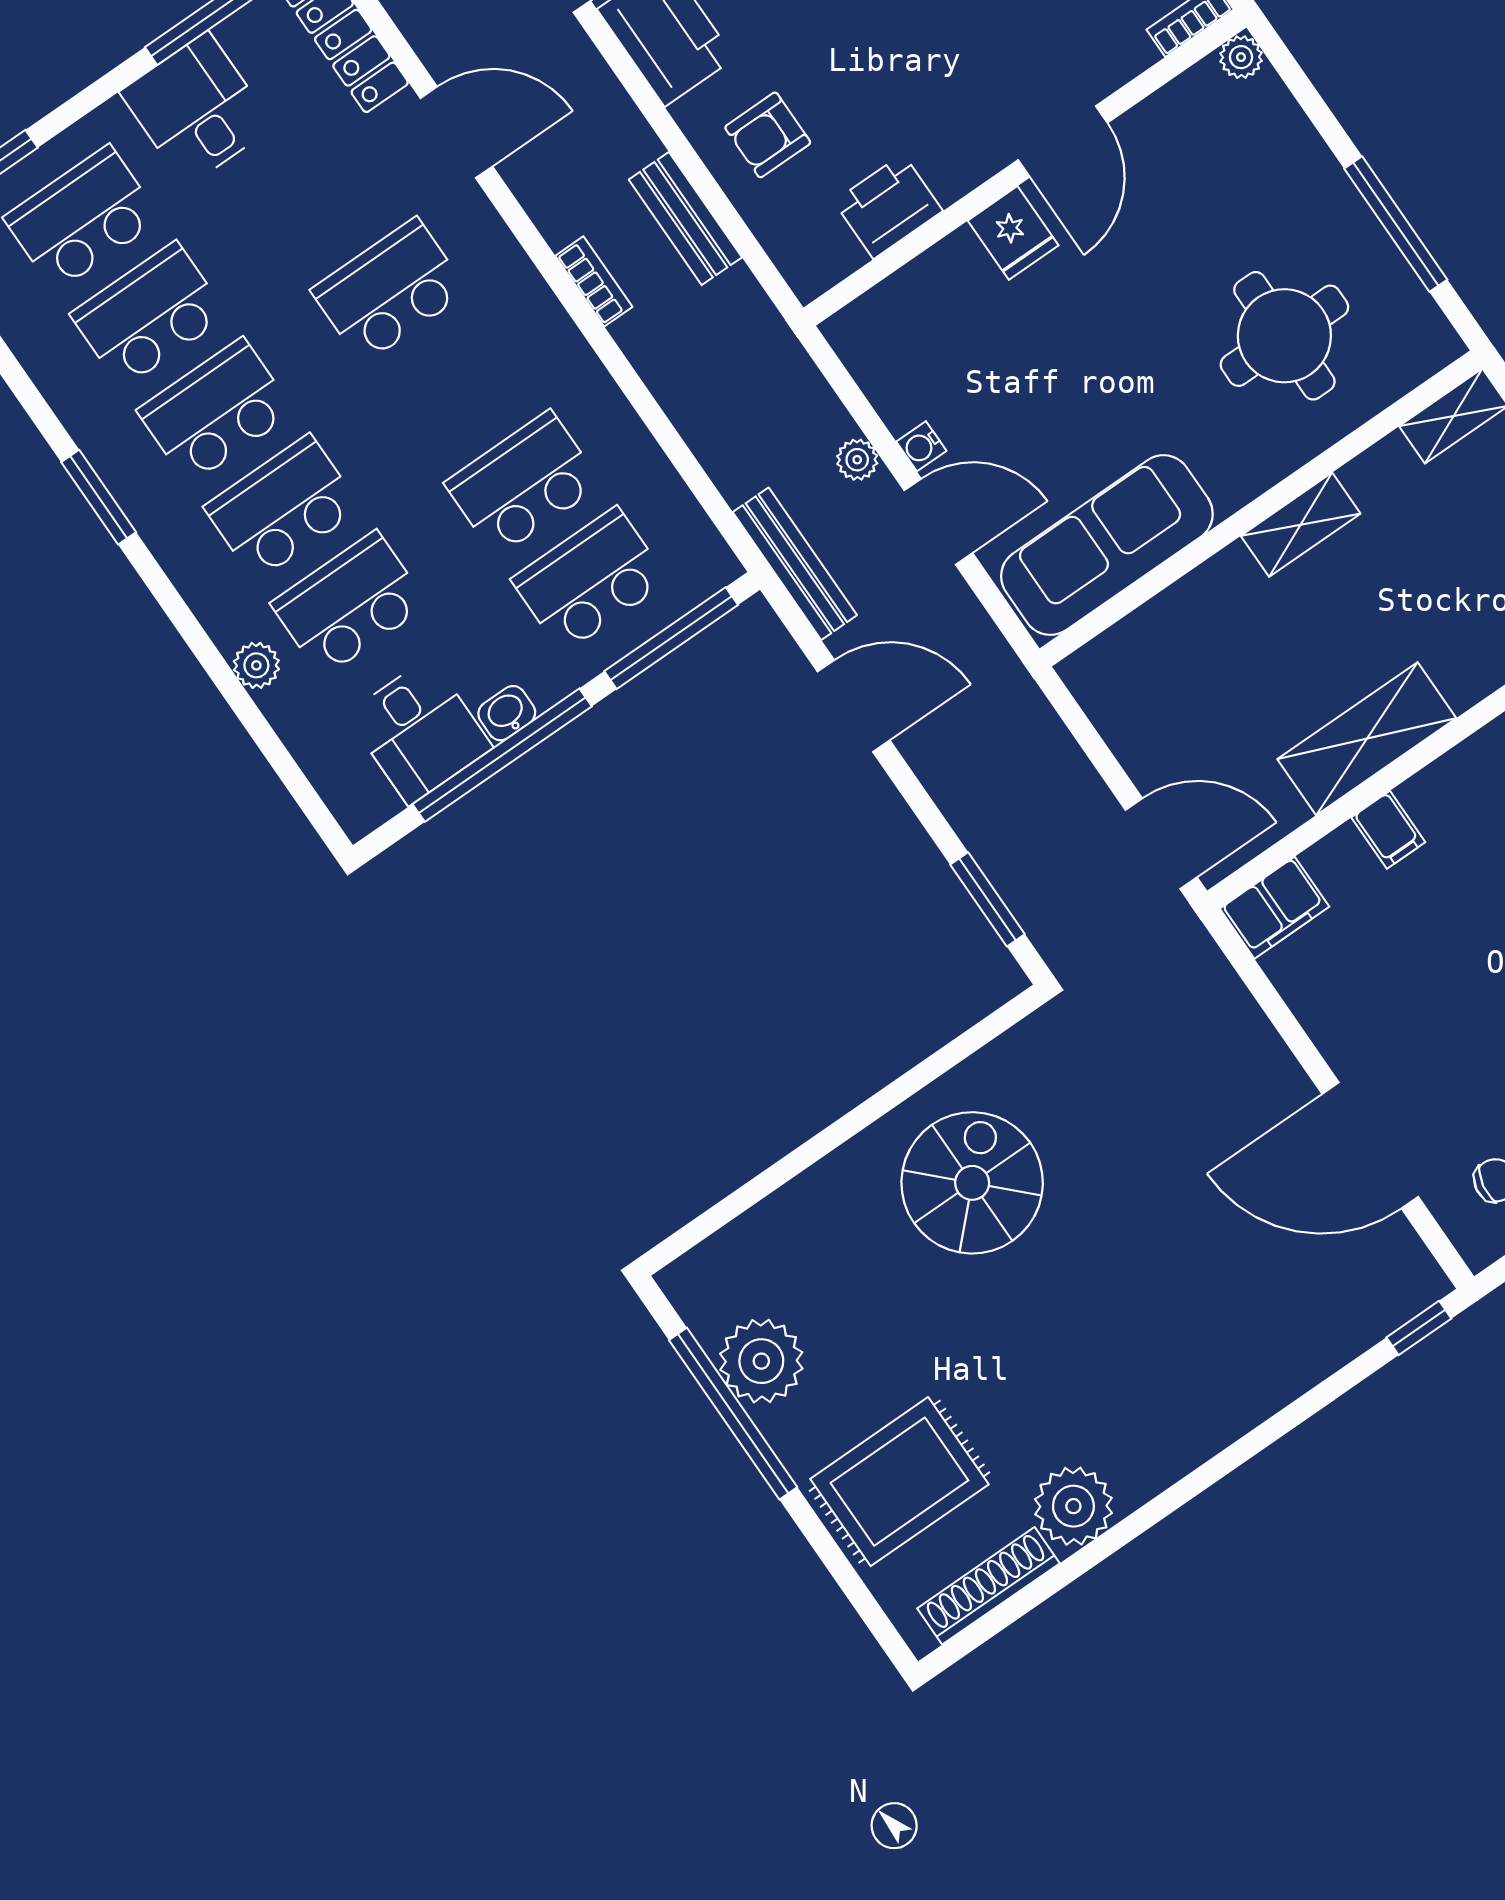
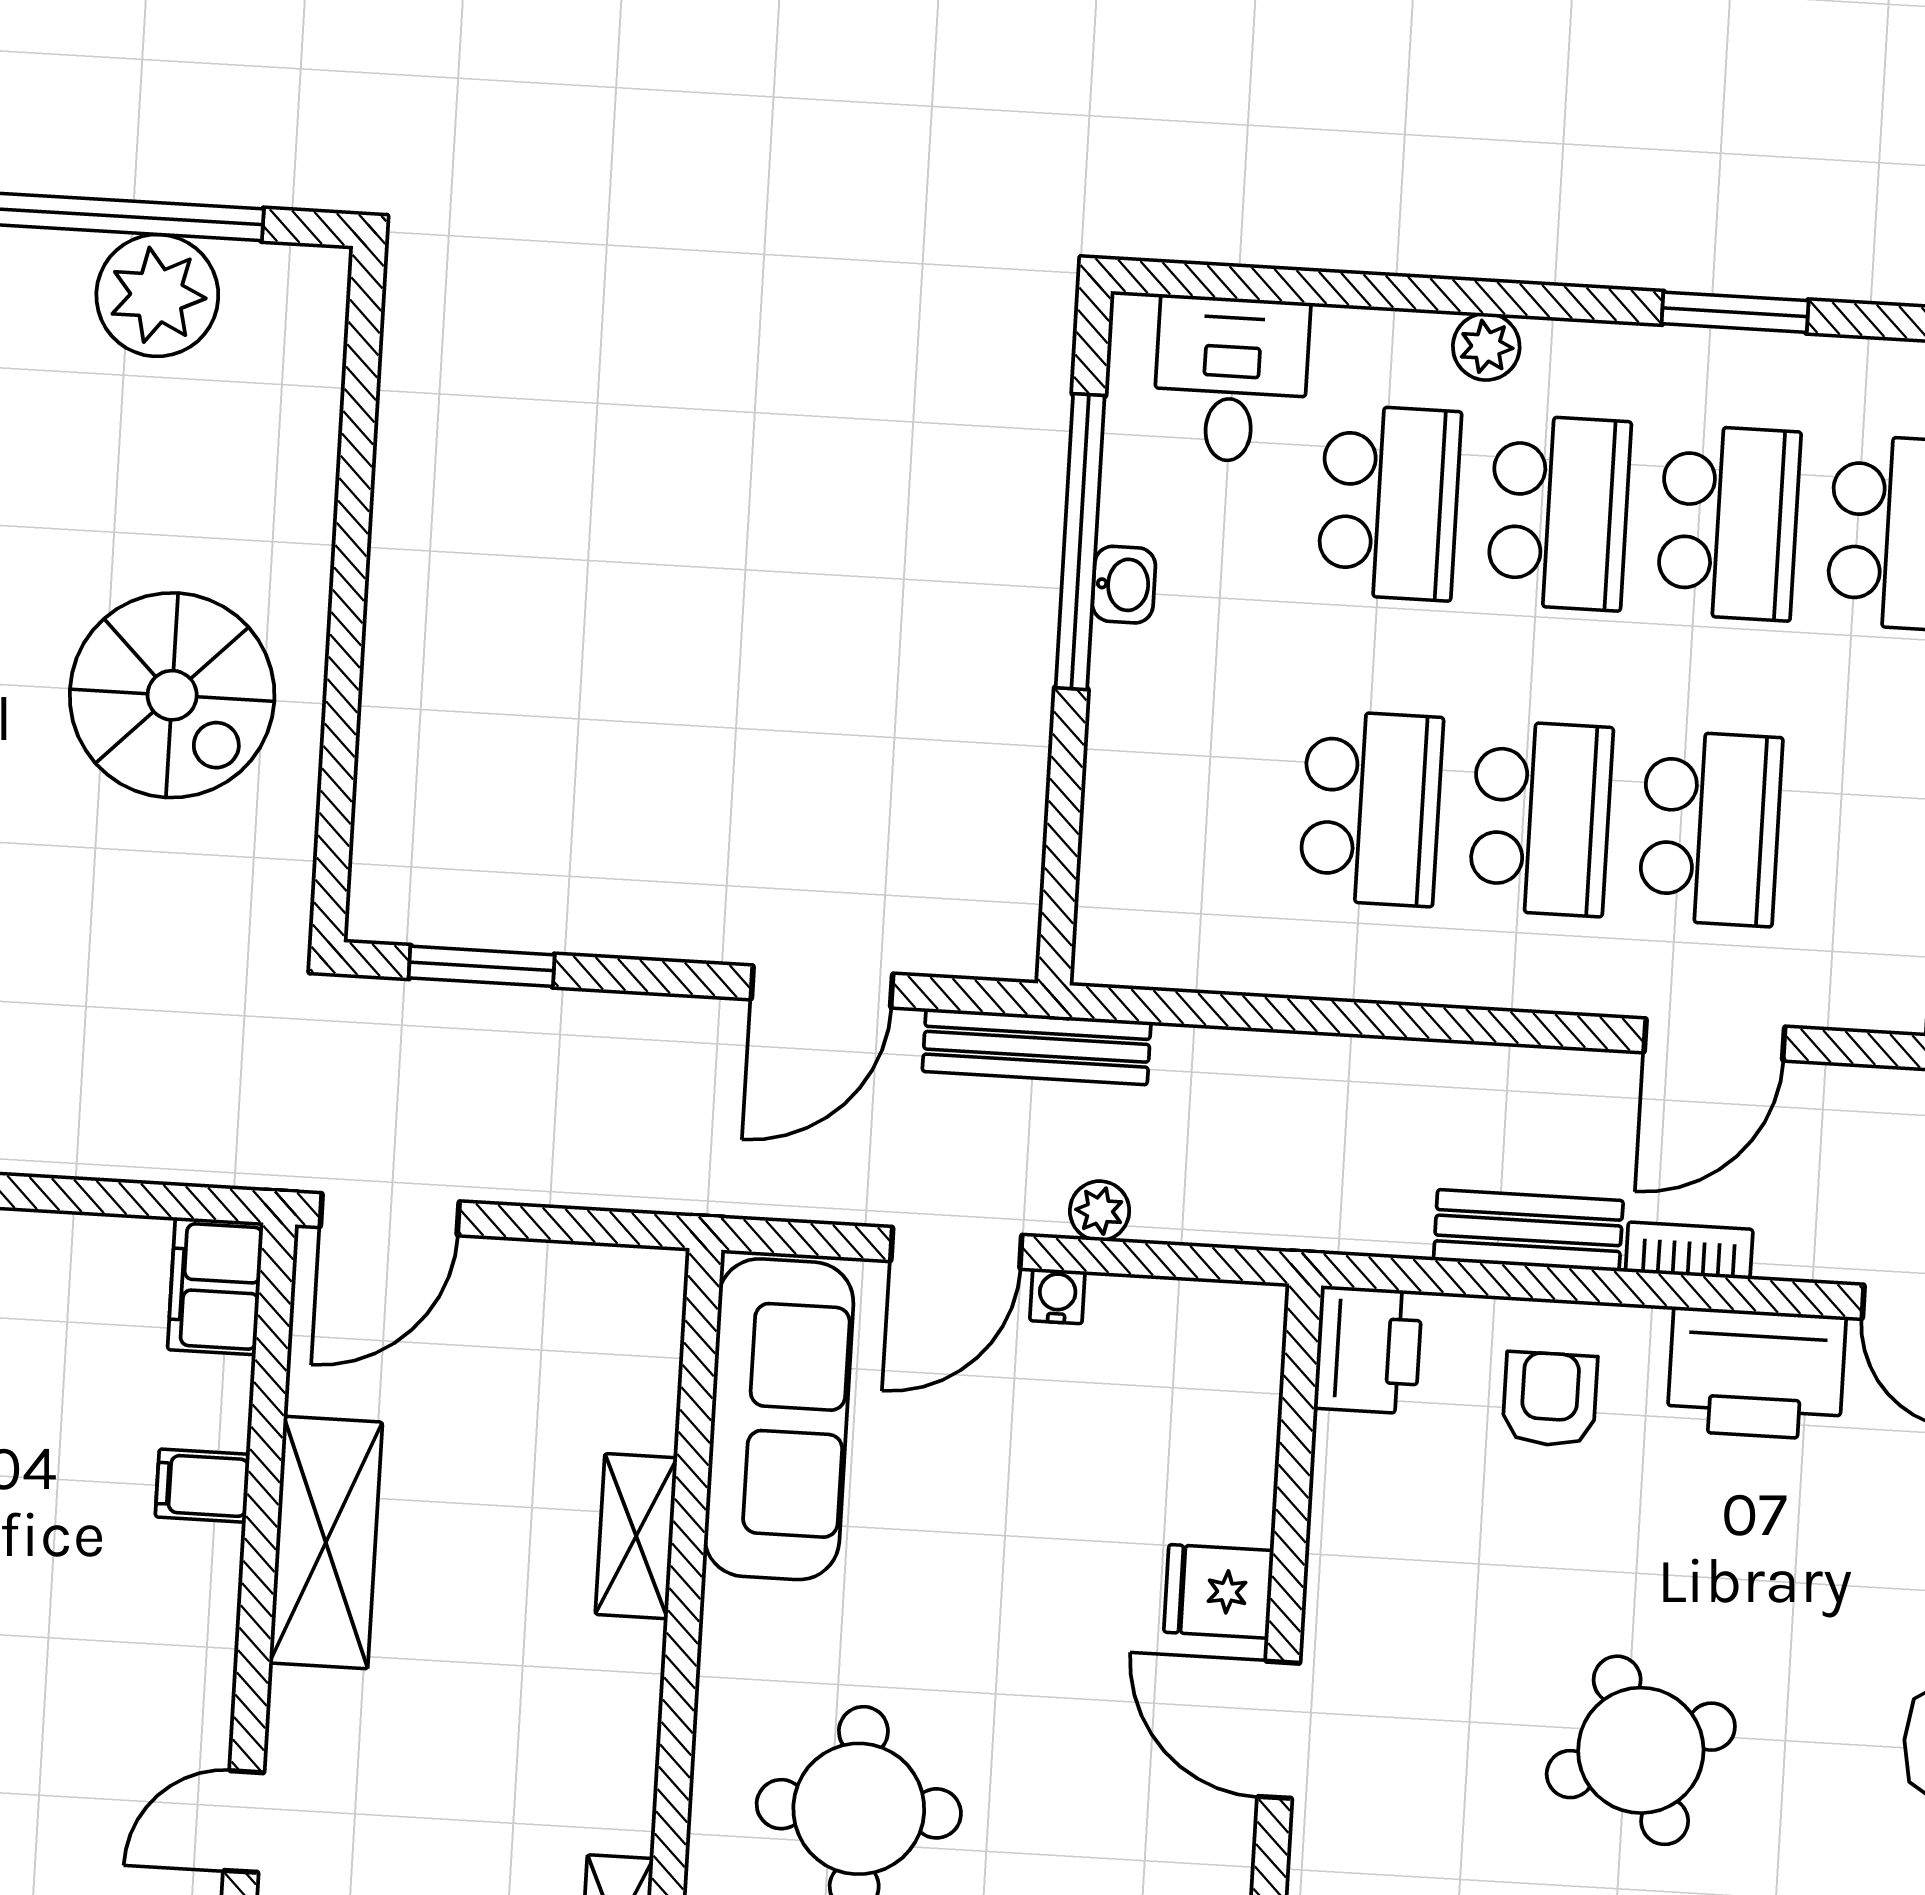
door: (456, 132) -> (1714, 1040), moved
printer: (888, 206) -> (1368, 1350), moved
bookcase: (594, 281) -> (1689, 1251), moved, turned 180
shelving: (1301, 525) -> (636, 1536), moved
school desk: (590, 580) -> (1541, 818), moved
window: (671, 638) -> (1062, 839), removed
plant: (256, 665) -> (1486, 347), moved
desk: (419, 731) -> (1231, 379), moved, turned 90

